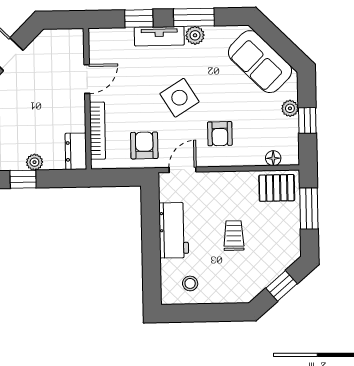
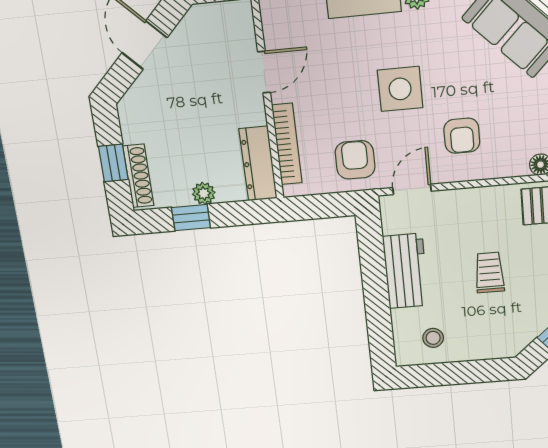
side table: (179, 98) -> (400, 89), turned 32
dresser: (76, 151) -> (258, 164), width x1.44

